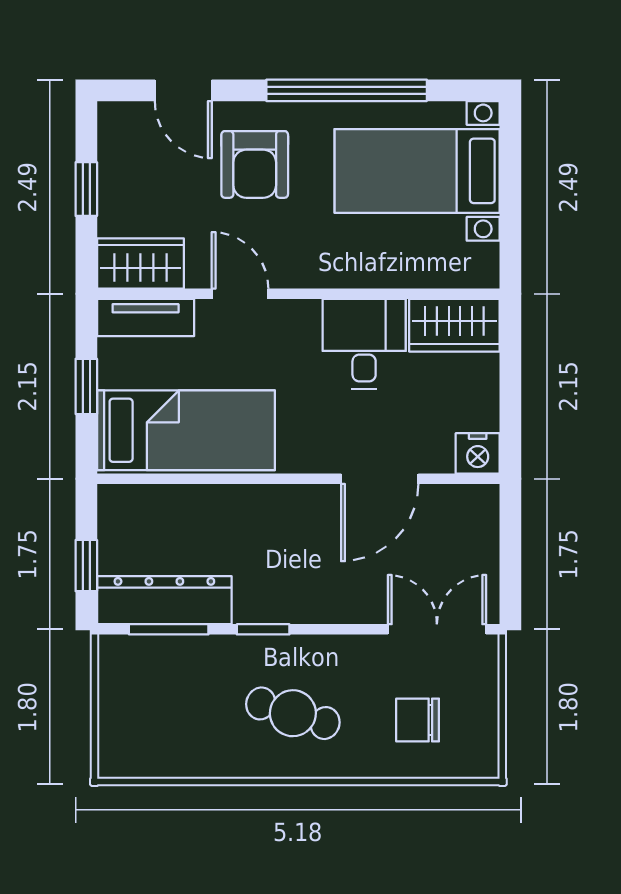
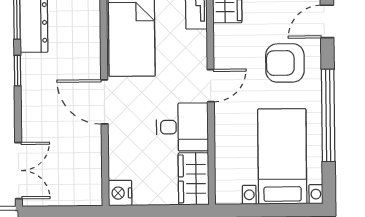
door: (240, 294) -> (211, 86), moved
door: (380, 479) -> (104, 102), moved

